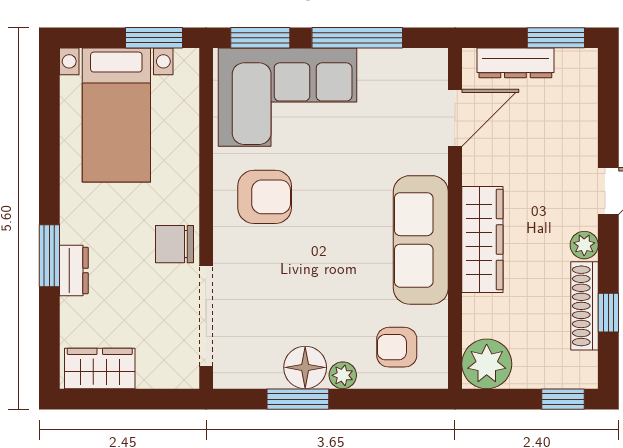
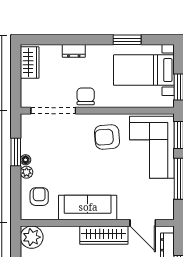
armchair: (265, 197) -> (107, 137), turned 86
wardrobe: (482, 239) -> (104, 235), moved
window: (49, 256) -> (127, 40), moved
floor lamp: (305, 367) -> (26, 160), width x0.53, depth x0.53

